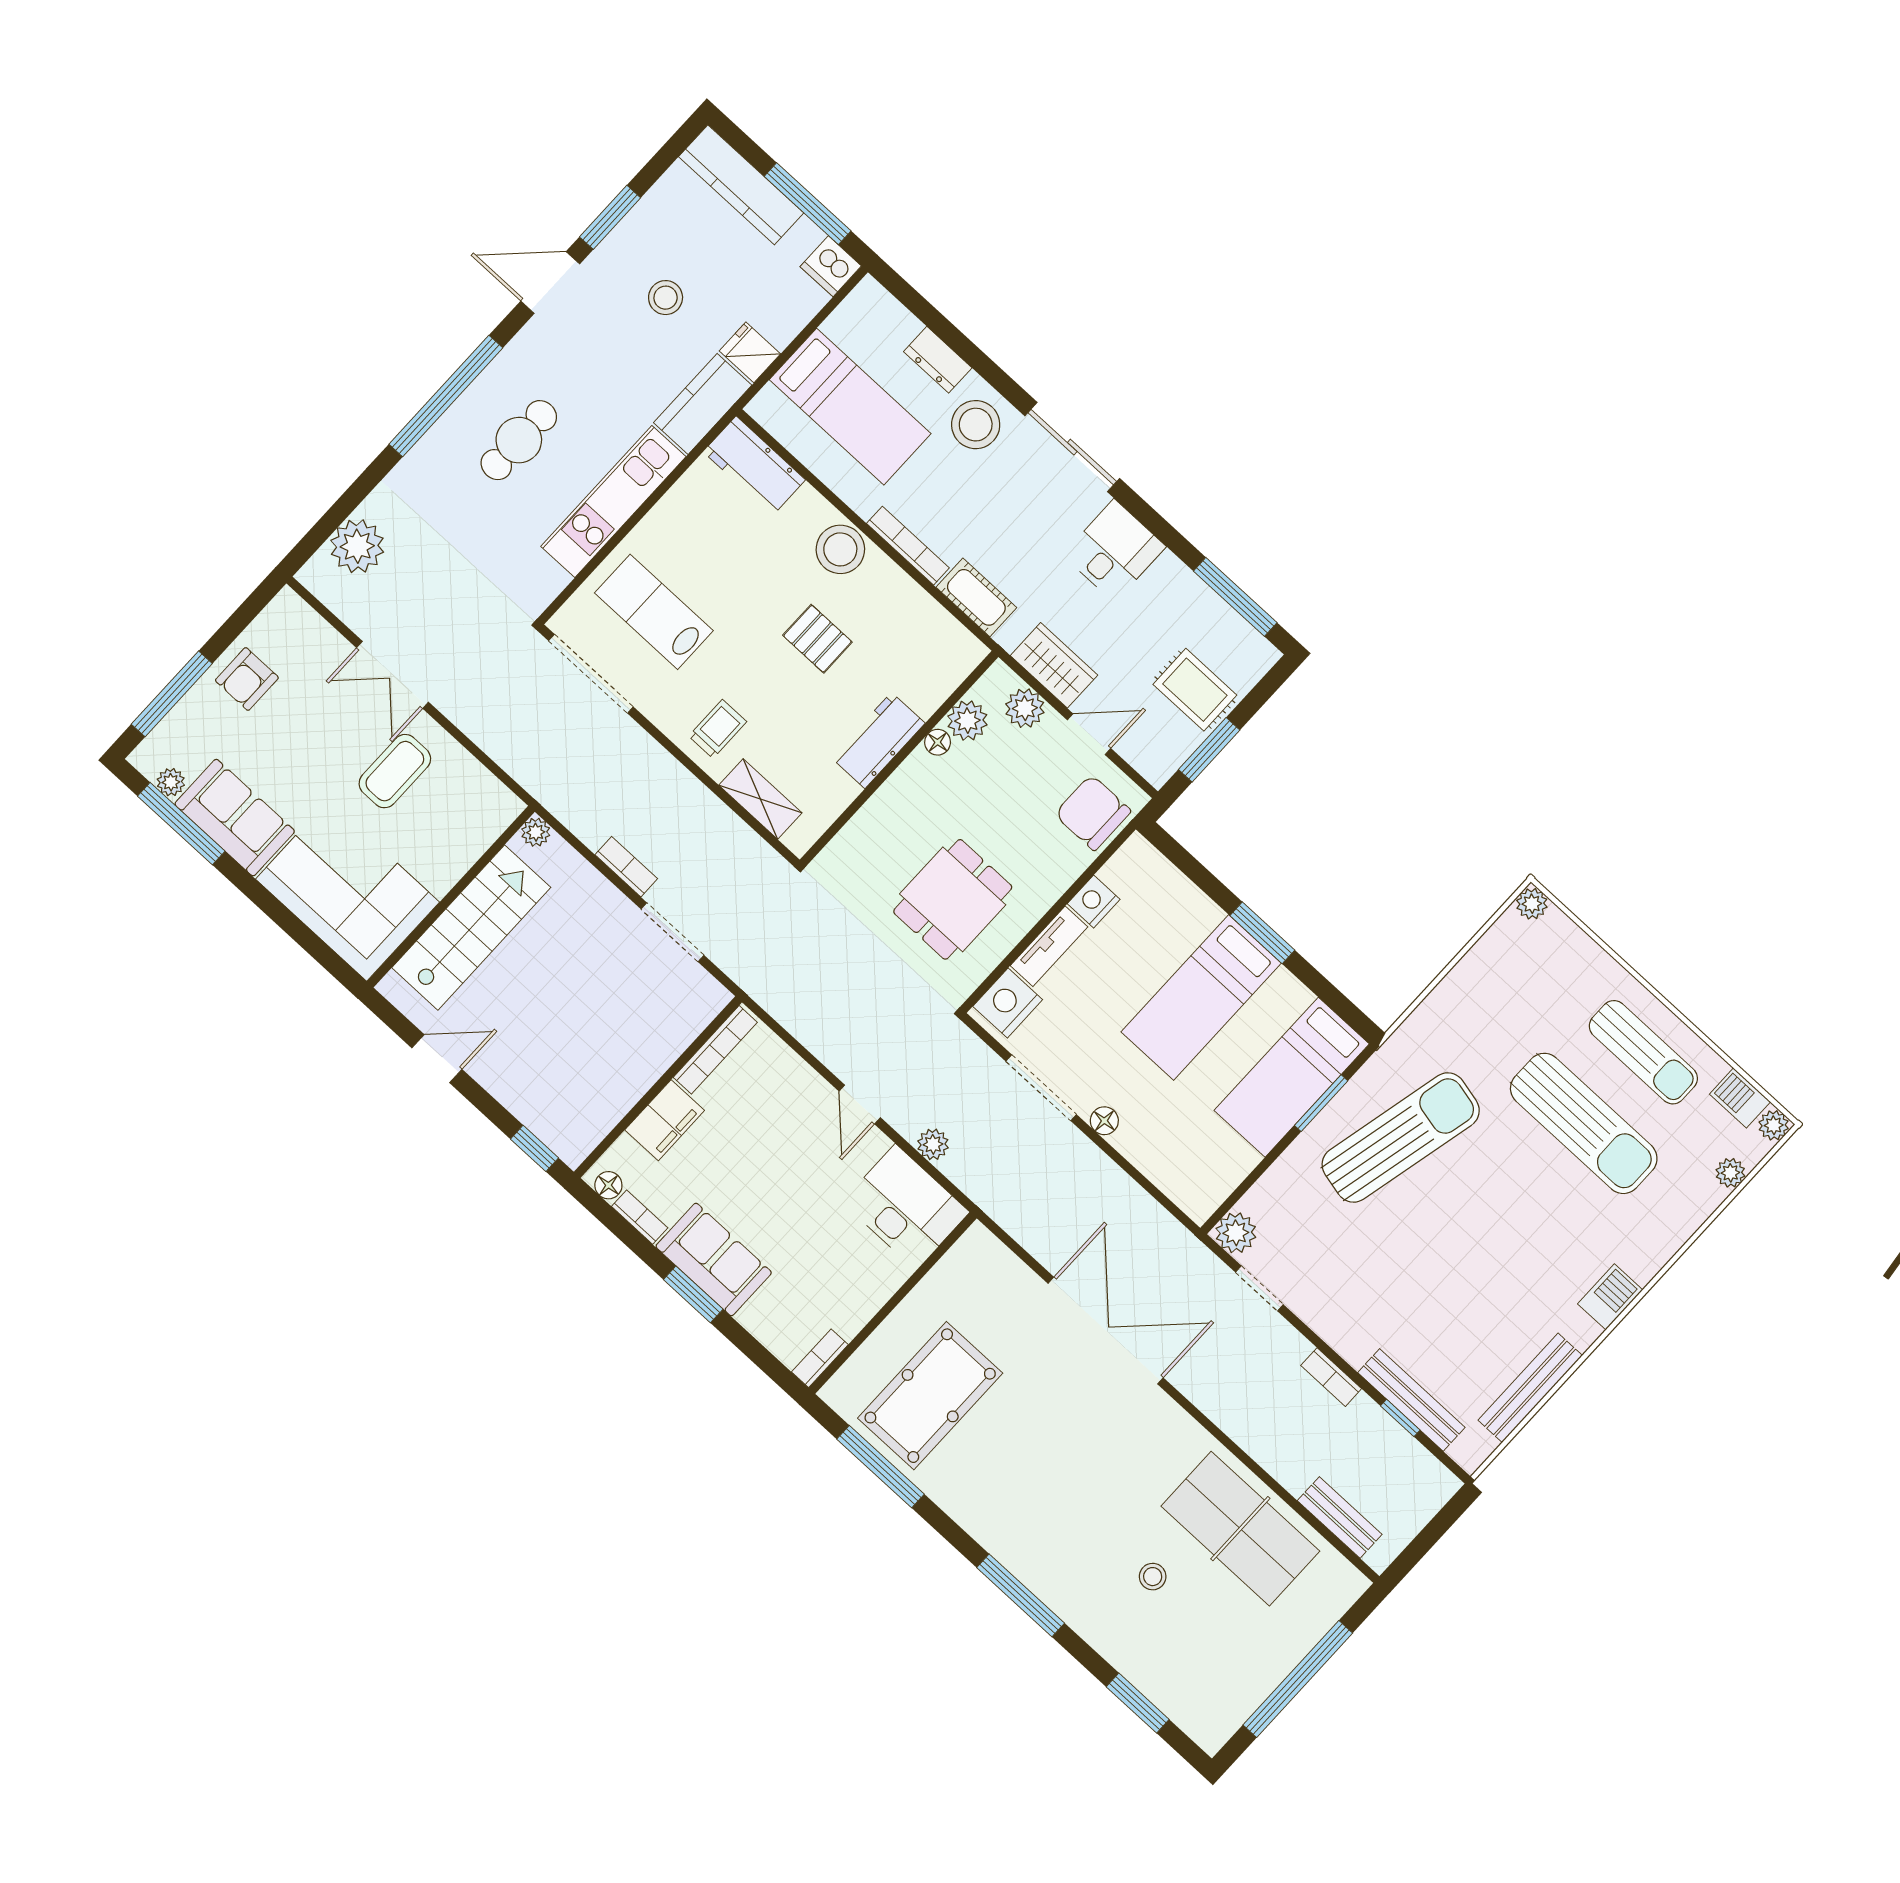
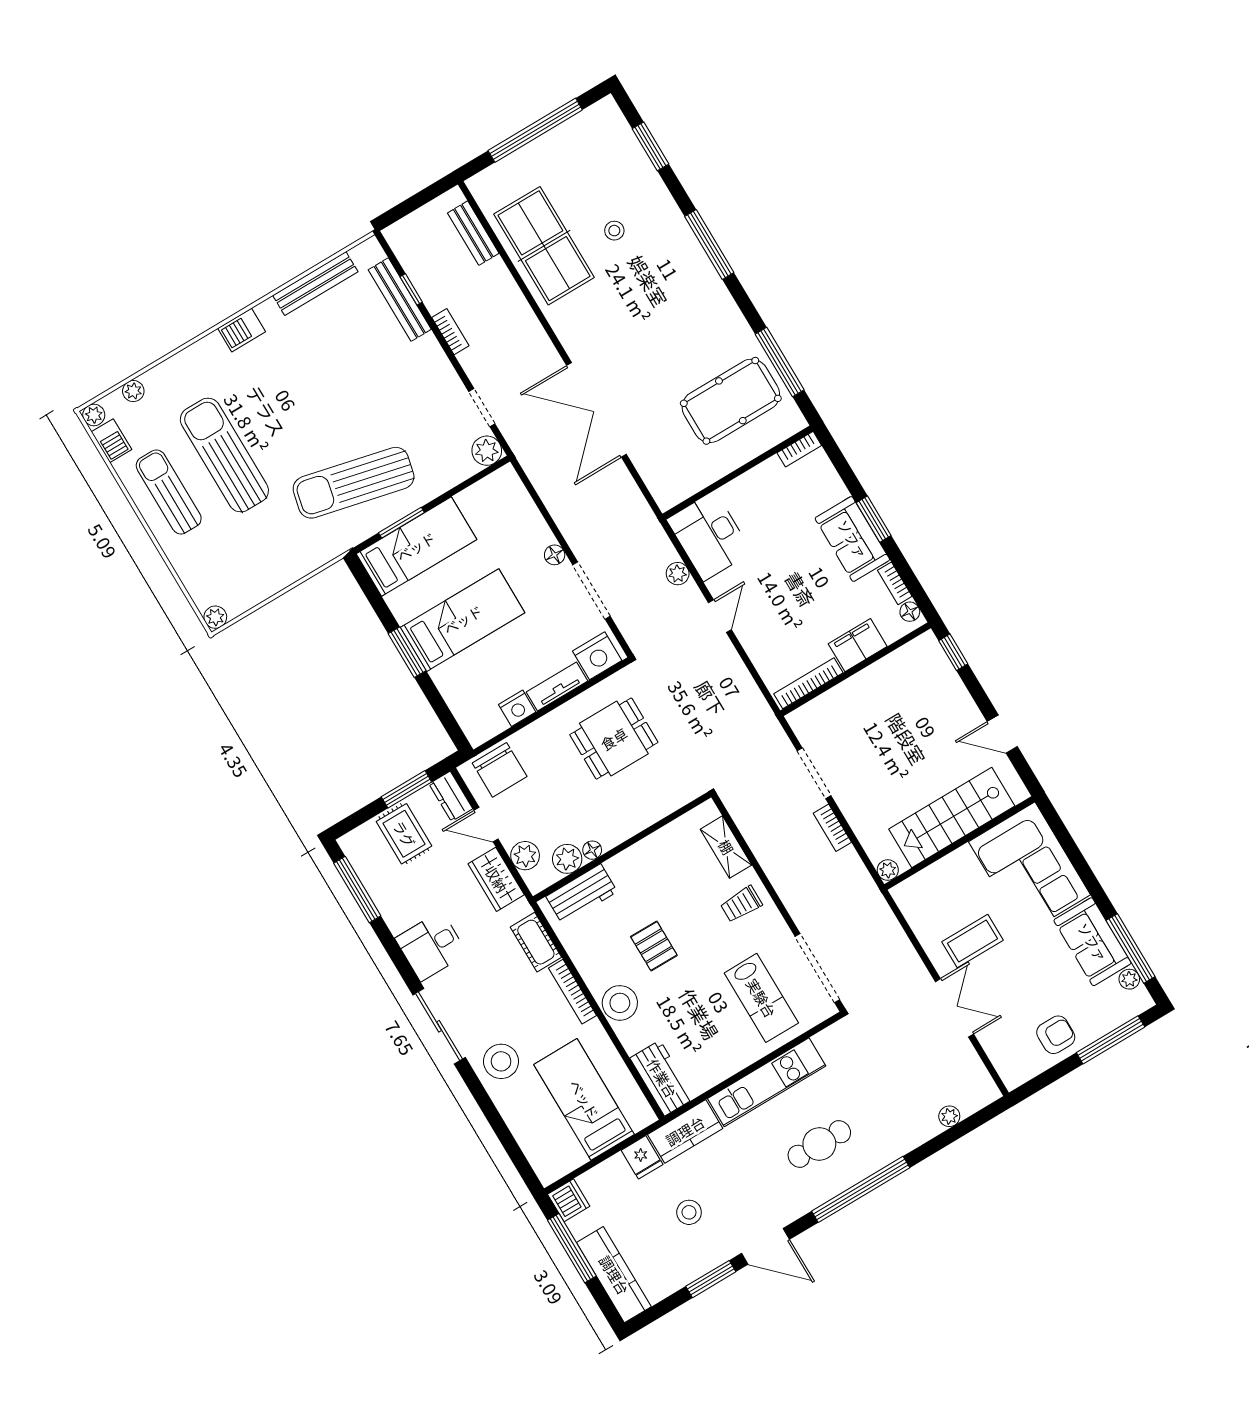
dresser: (938, 360) -> (451, 796), moved, turned 180
plant: (357, 546) -> (949, 1116), width x0.53, depth x0.53
workbench: (878, 740) -> (582, 894), moved

